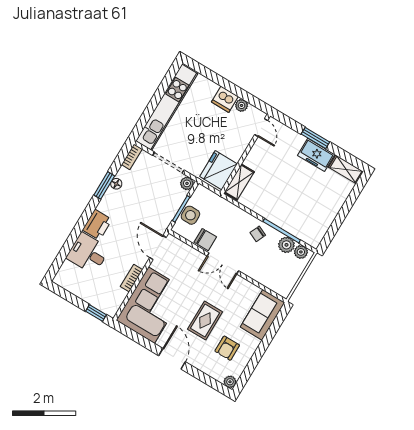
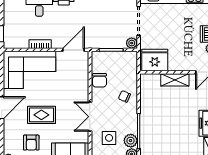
shelving: (239, 182) -> (175, 80), moved
side table: (190, 215) -> (109, 138), moved
chair: (258, 234) -> (124, 96), moved
double door: (223, 263) -> (90, 117), moved
armchair: (227, 348) -> (31, 143), turned -90

